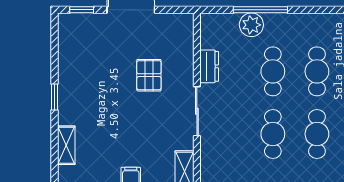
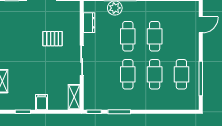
dresser: (209, 66) -> (89, 23), moved
pallet: (149, 75) -> (53, 39), turned 90

